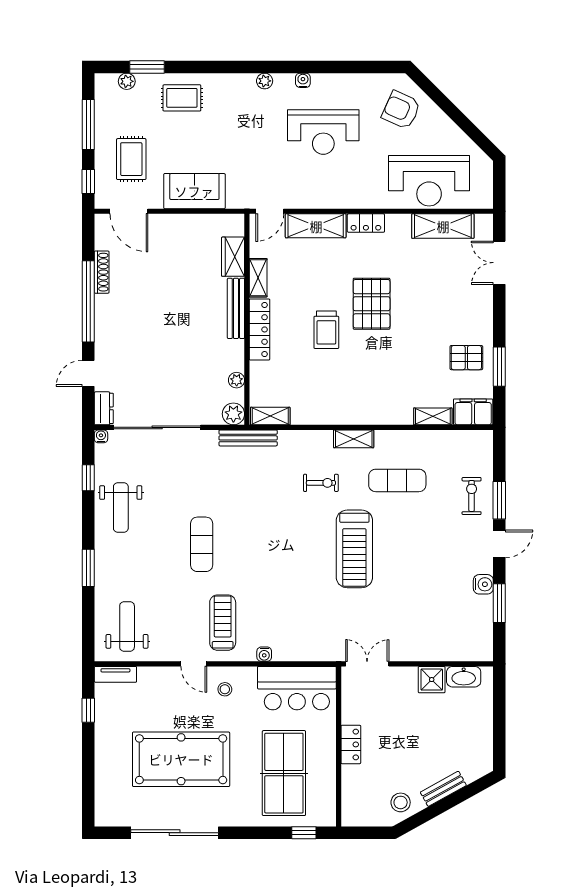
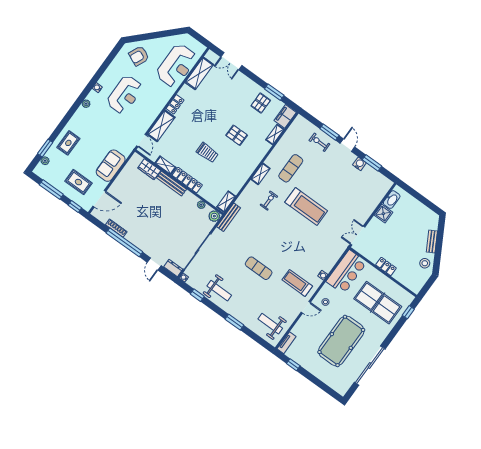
pallet: (372, 304) -> (237, 135), moved, width x0.67, depth x0.71

